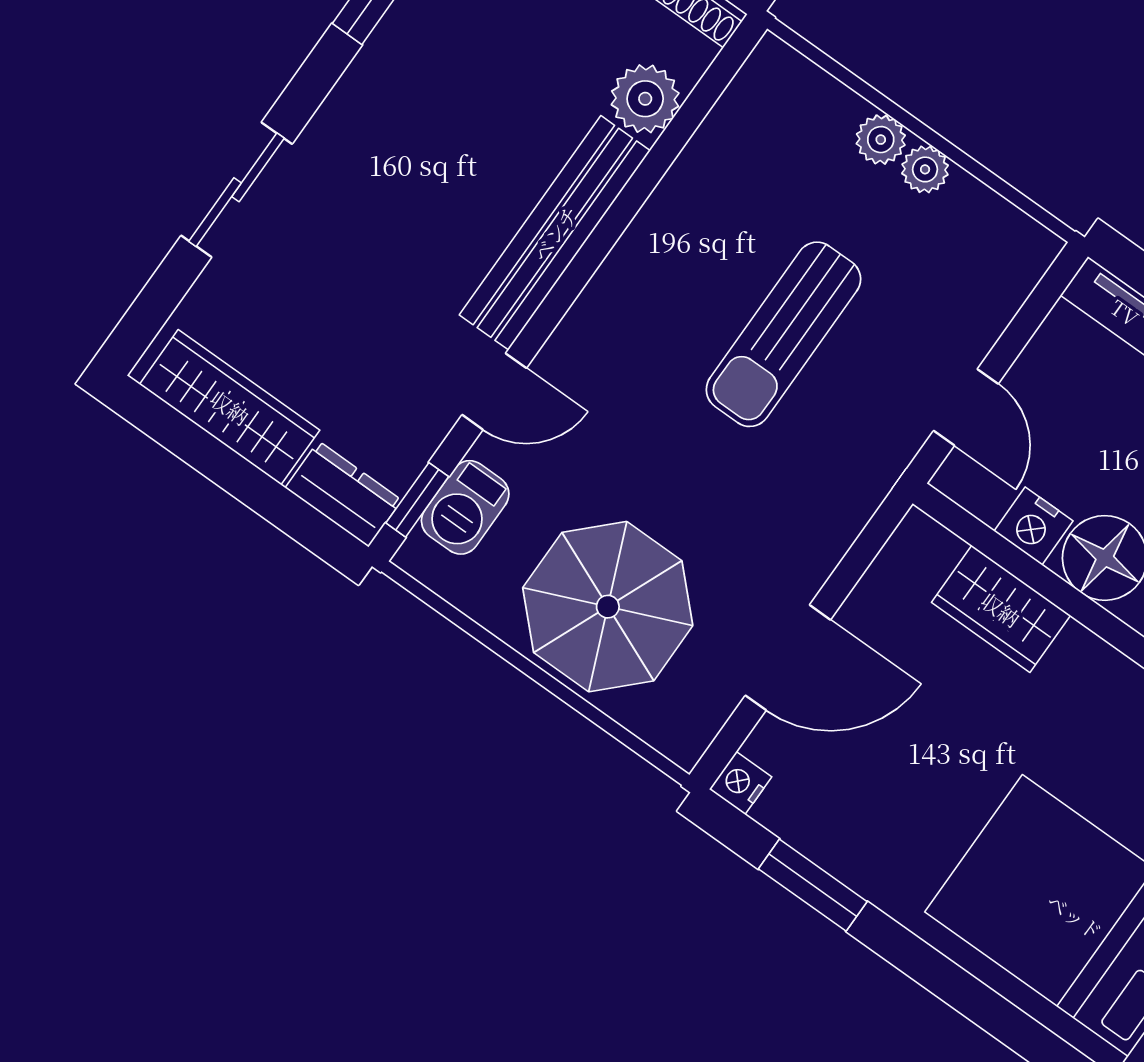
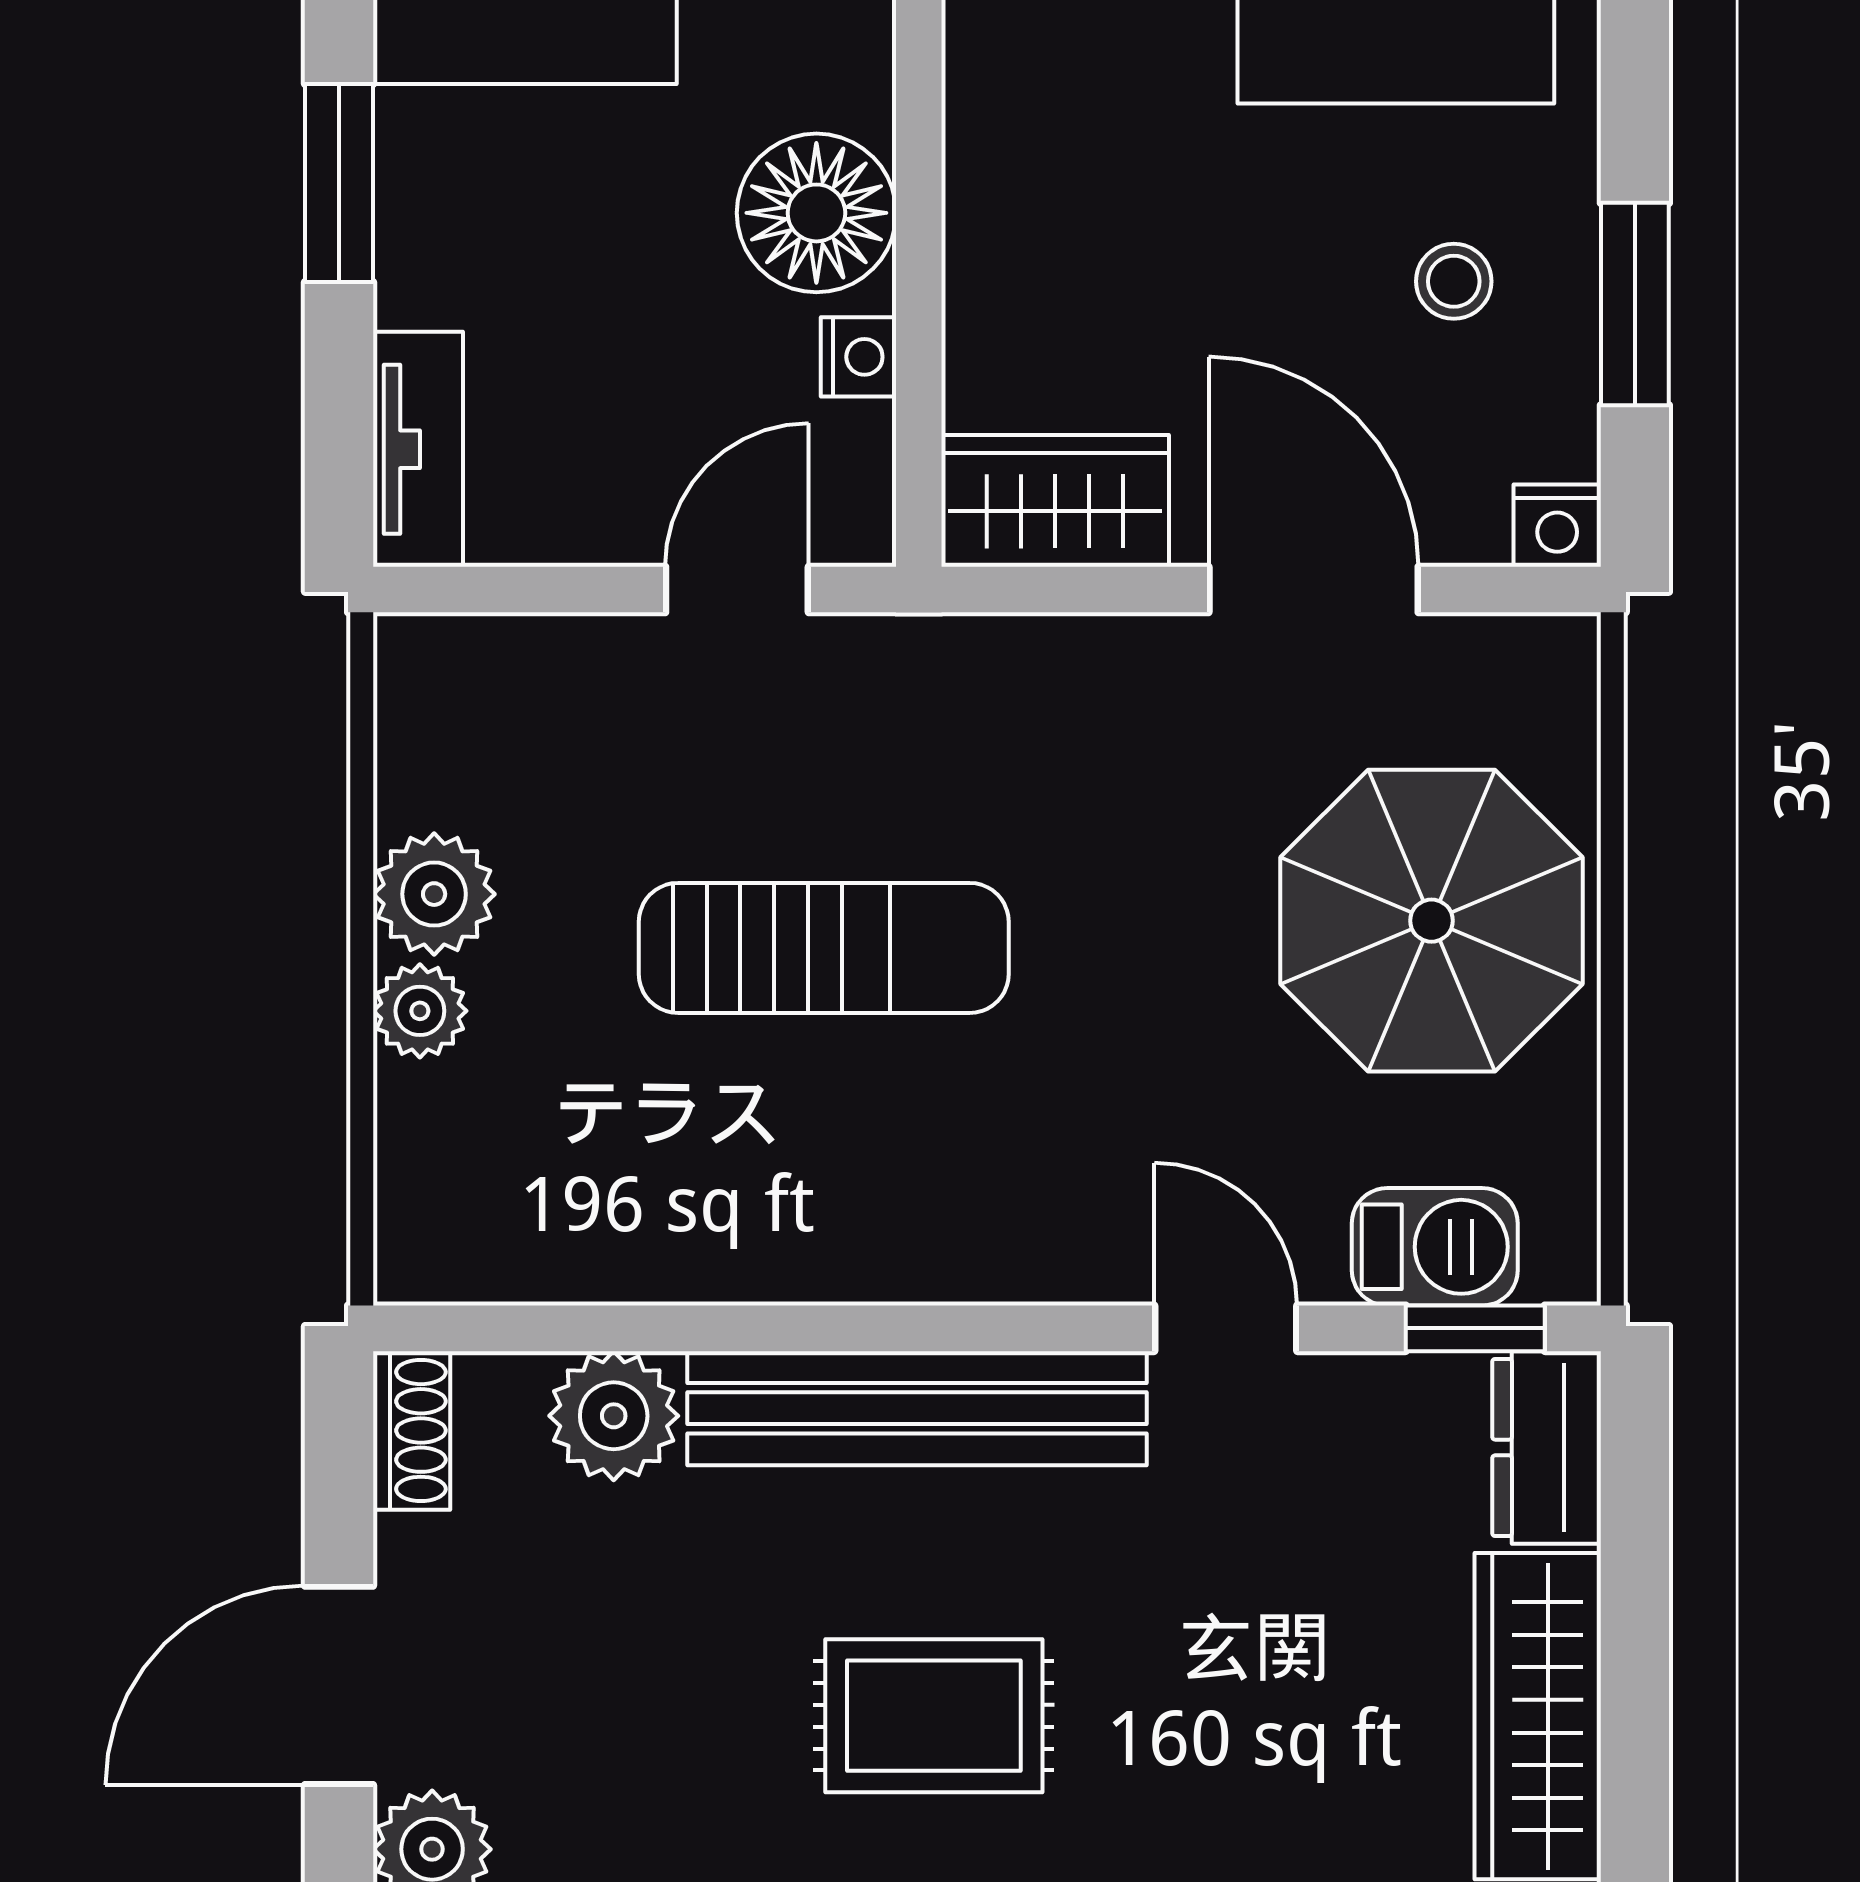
rug: (416, 145) -> (934, 1716), added
plant: (925, 169) -> (434, 894), width x1.38, depth x1.38
nightstand: (1033, 526) -> (858, 357), width x0.72, depth x0.74
wardrobe: (1001, 609) -> (1055, 501), moved, turned -90
stool: (879, 814) -> (1454, 281), added

